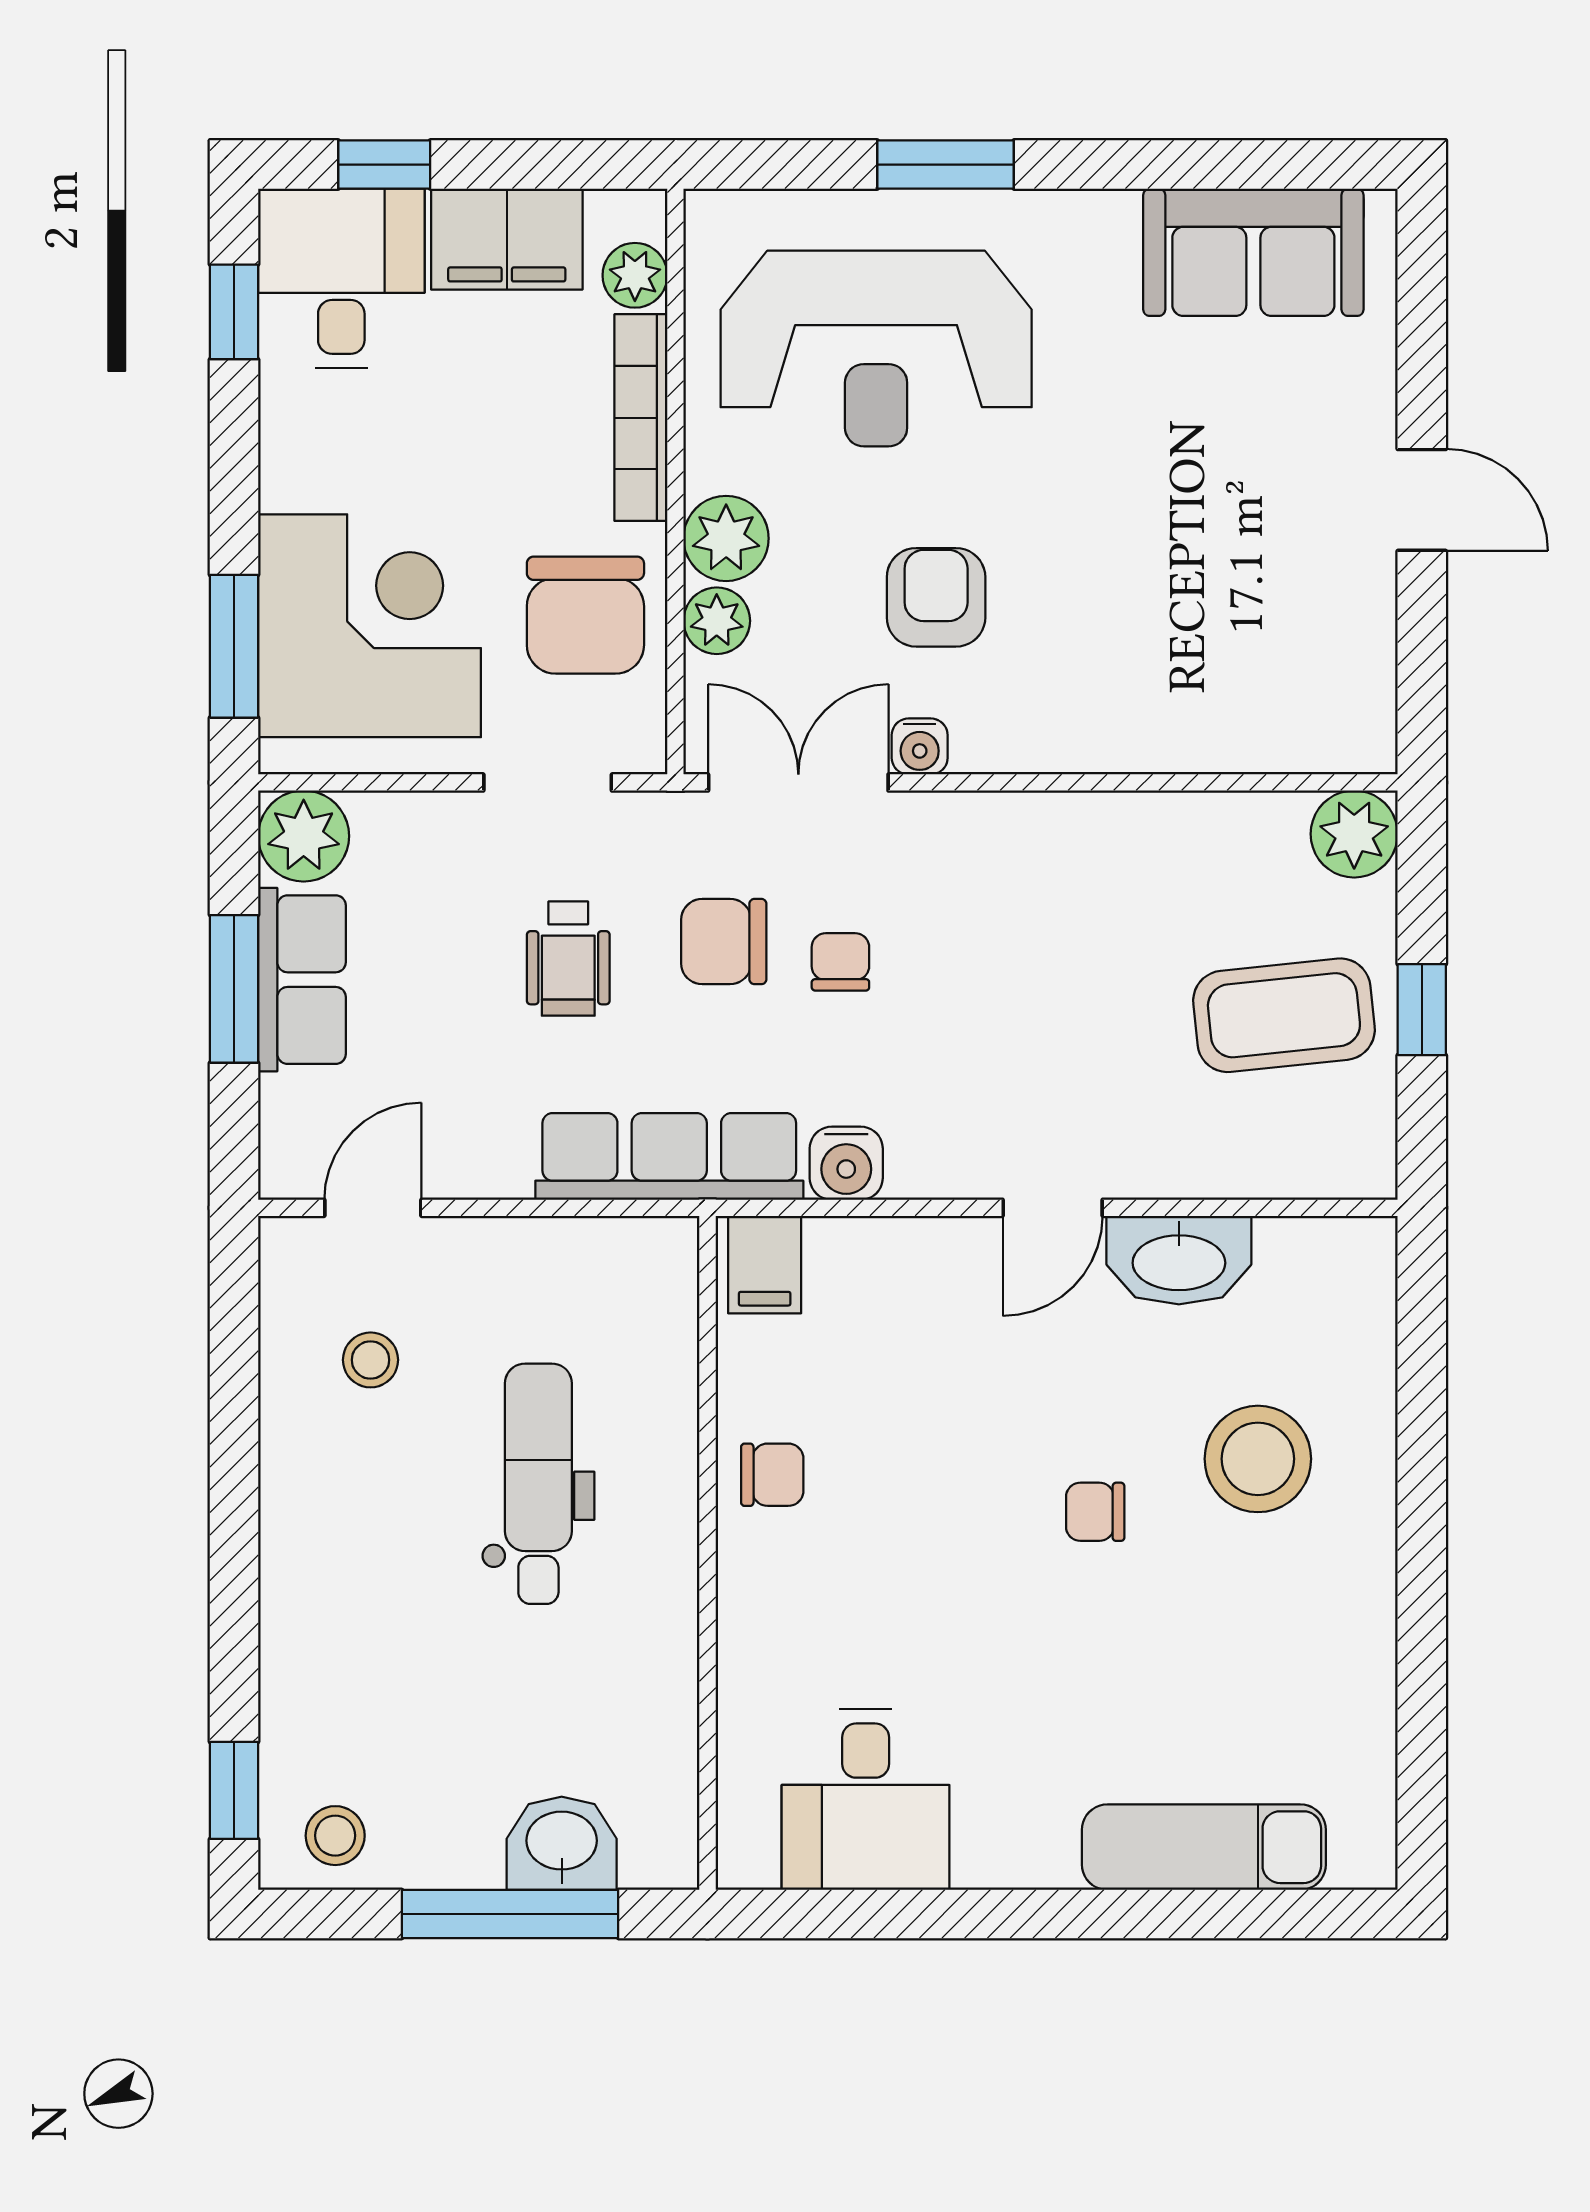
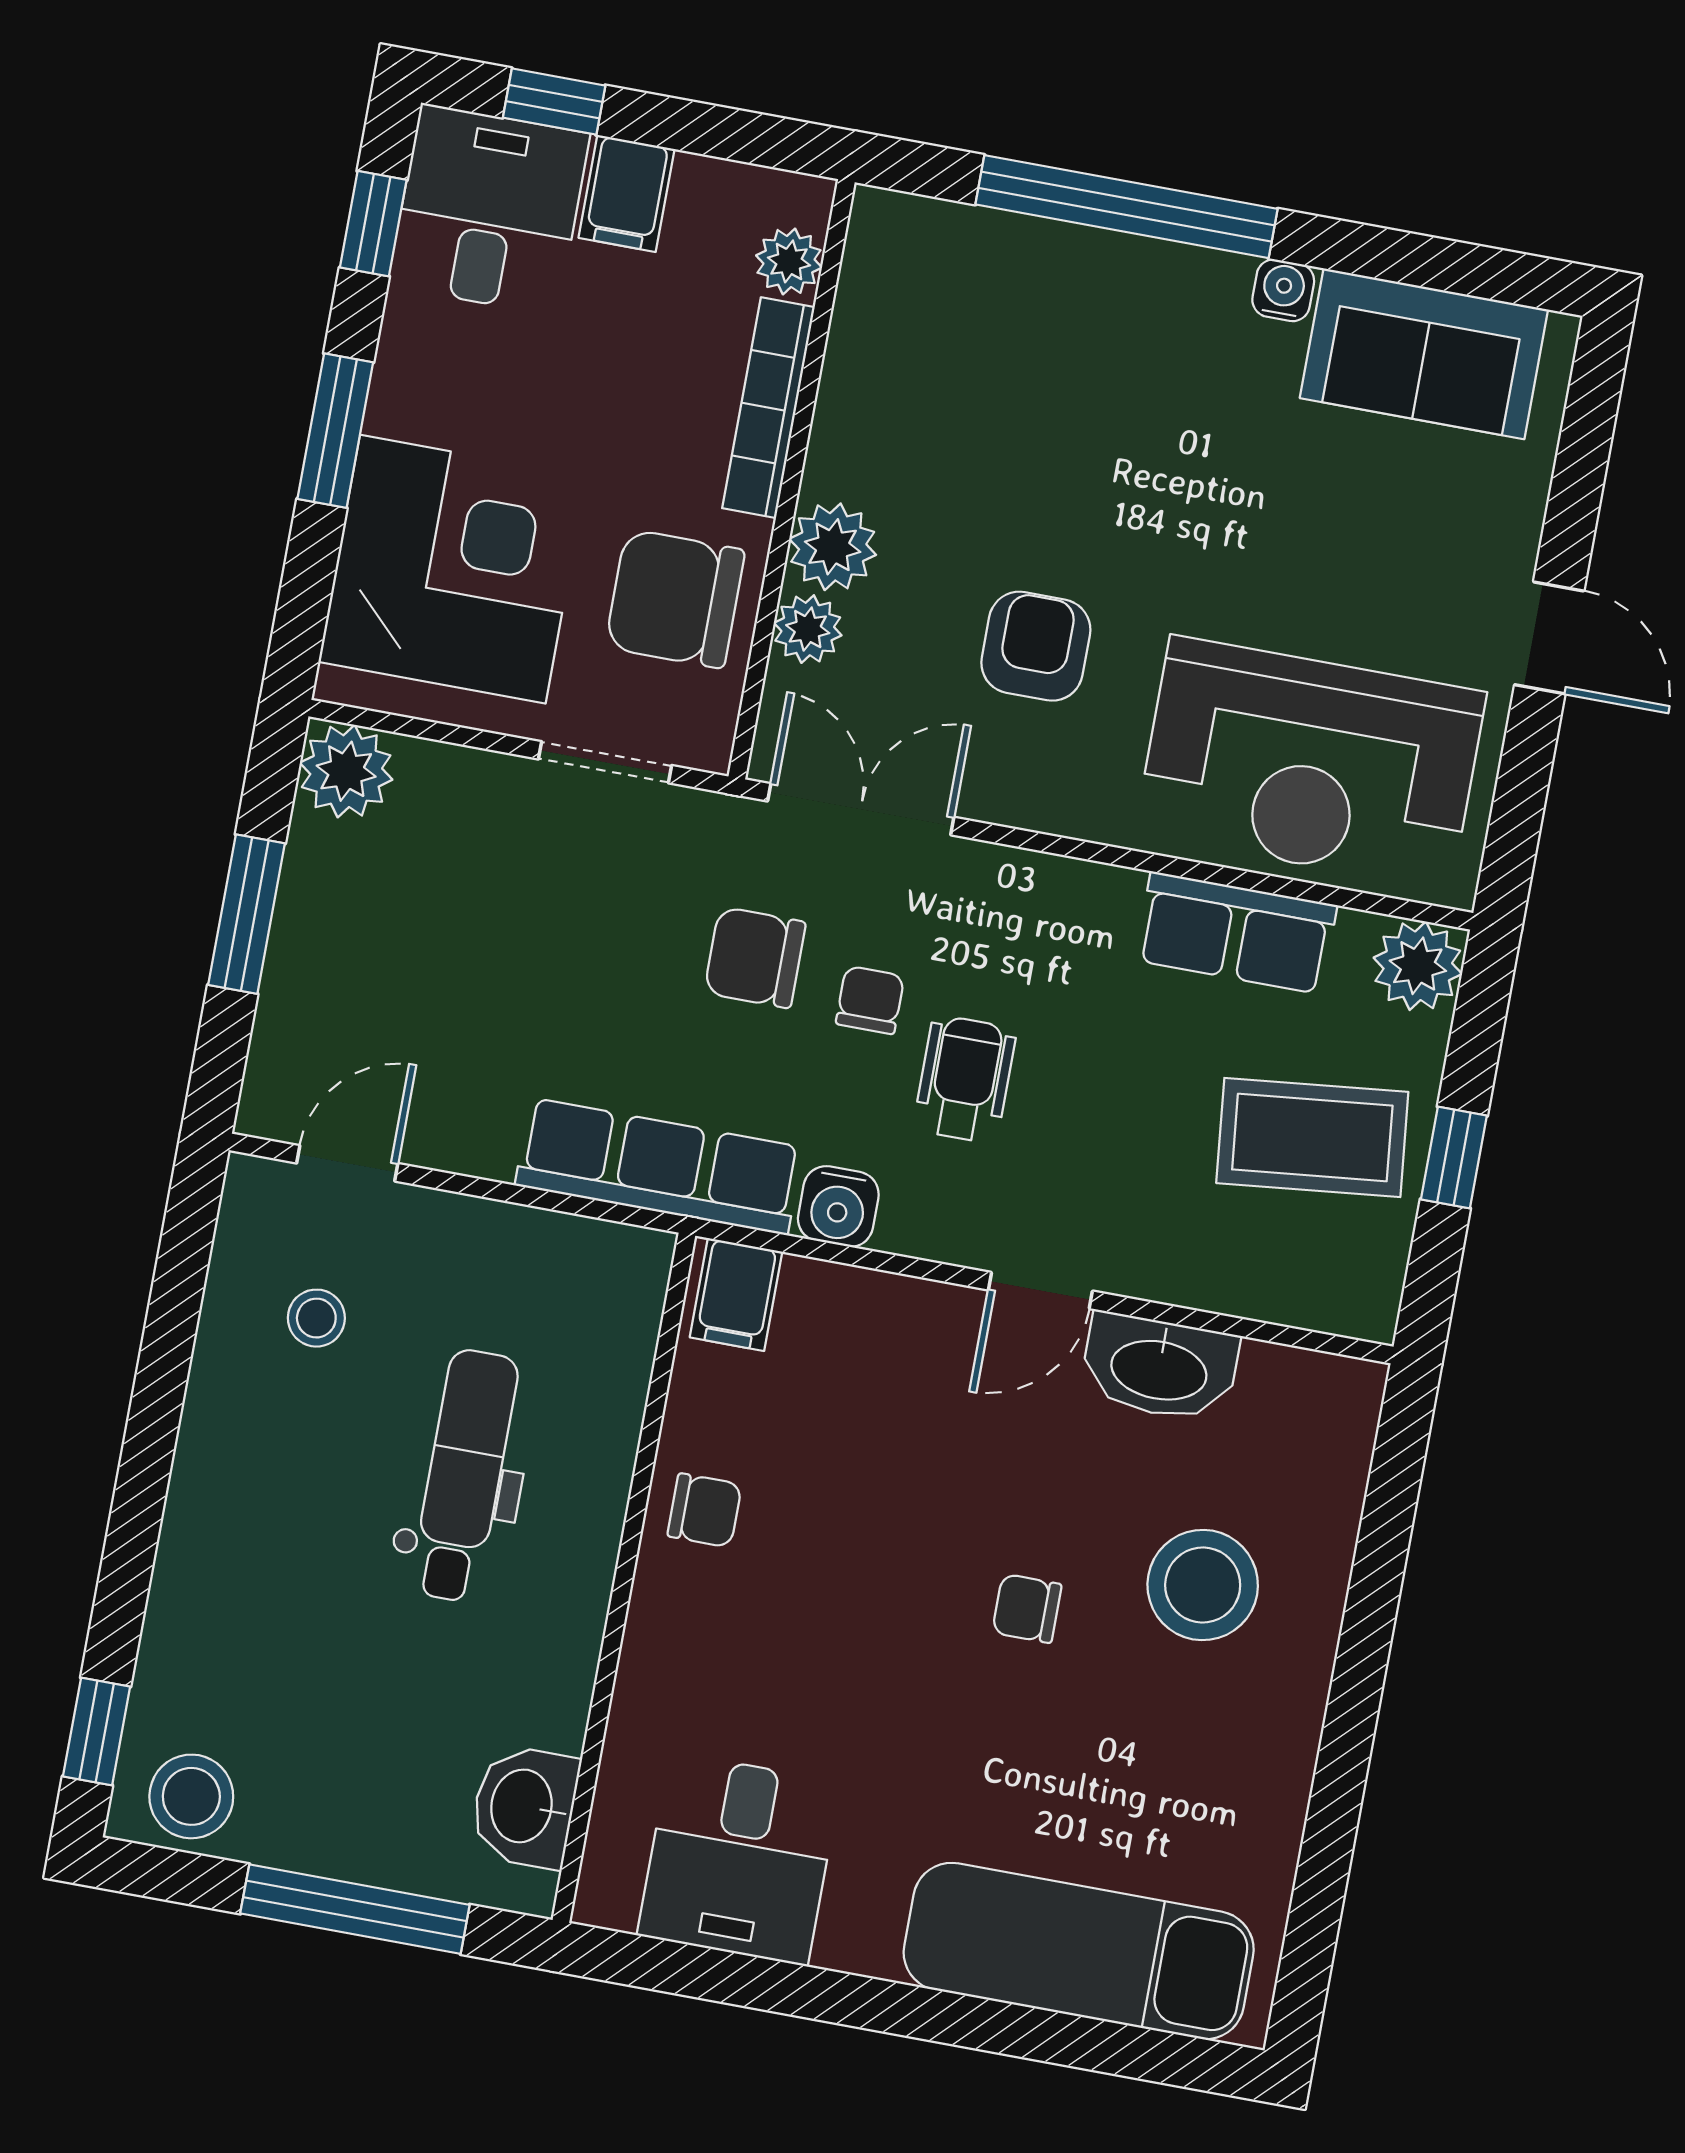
window: (946, 165) -> (1126, 207), width x2.11
filing cabinet: (507, 239) -> (626, 193), width x0.50
reception desk: (876, 349) -> (1310, 763), moved
chair: (585, 615) -> (675, 599), turned 90
window: (234, 646) -> (335, 431), moved
water cooler: (920, 746) -> (1283, 290), moved, turned 180
wheelchair: (568, 959) -> (965, 1079), moved, turned 180
row of seats: (302, 980) -> (1236, 933), moved, turned 90
stool: (335, 1836) -> (191, 1796), width x1.37, depth x1.37
washbasin: (562, 1843) -> (524, 1806), moved, turned -90
exam couch: (1204, 1847) -> (1079, 1951), width x1.36, depth x1.45

